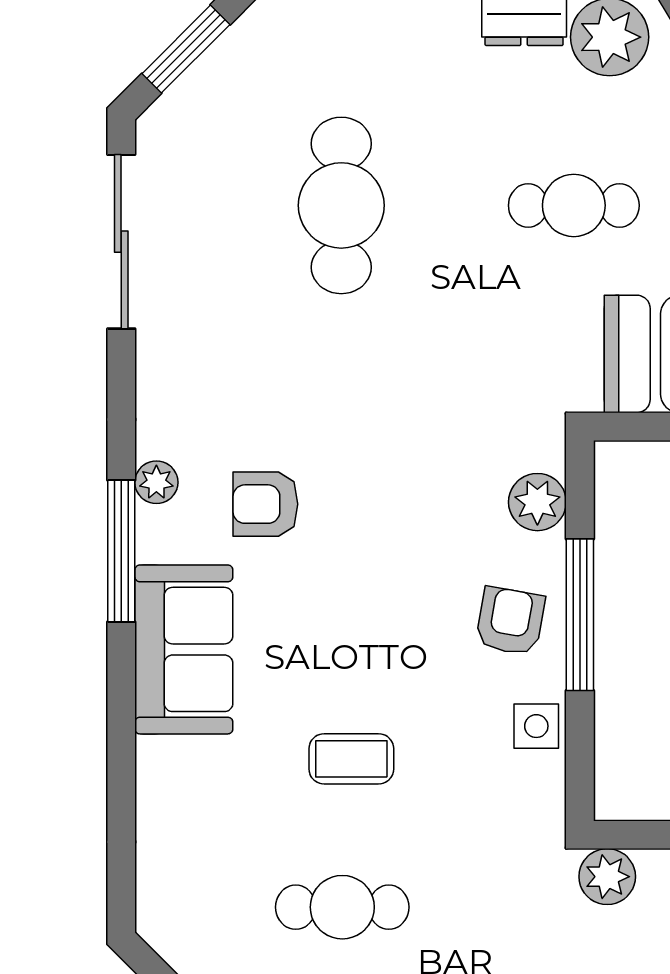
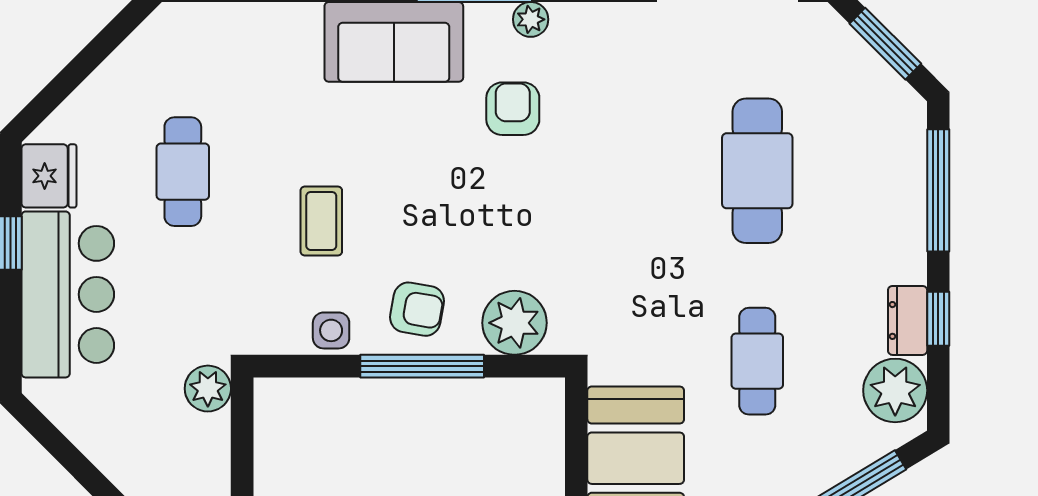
cafe table: (341, 205) -> (757, 171), turned 90
plant: (537, 502) -> (514, 323), width x1.36, depth x1.36
coffee table: (351, 759) -> (321, 221), moved

